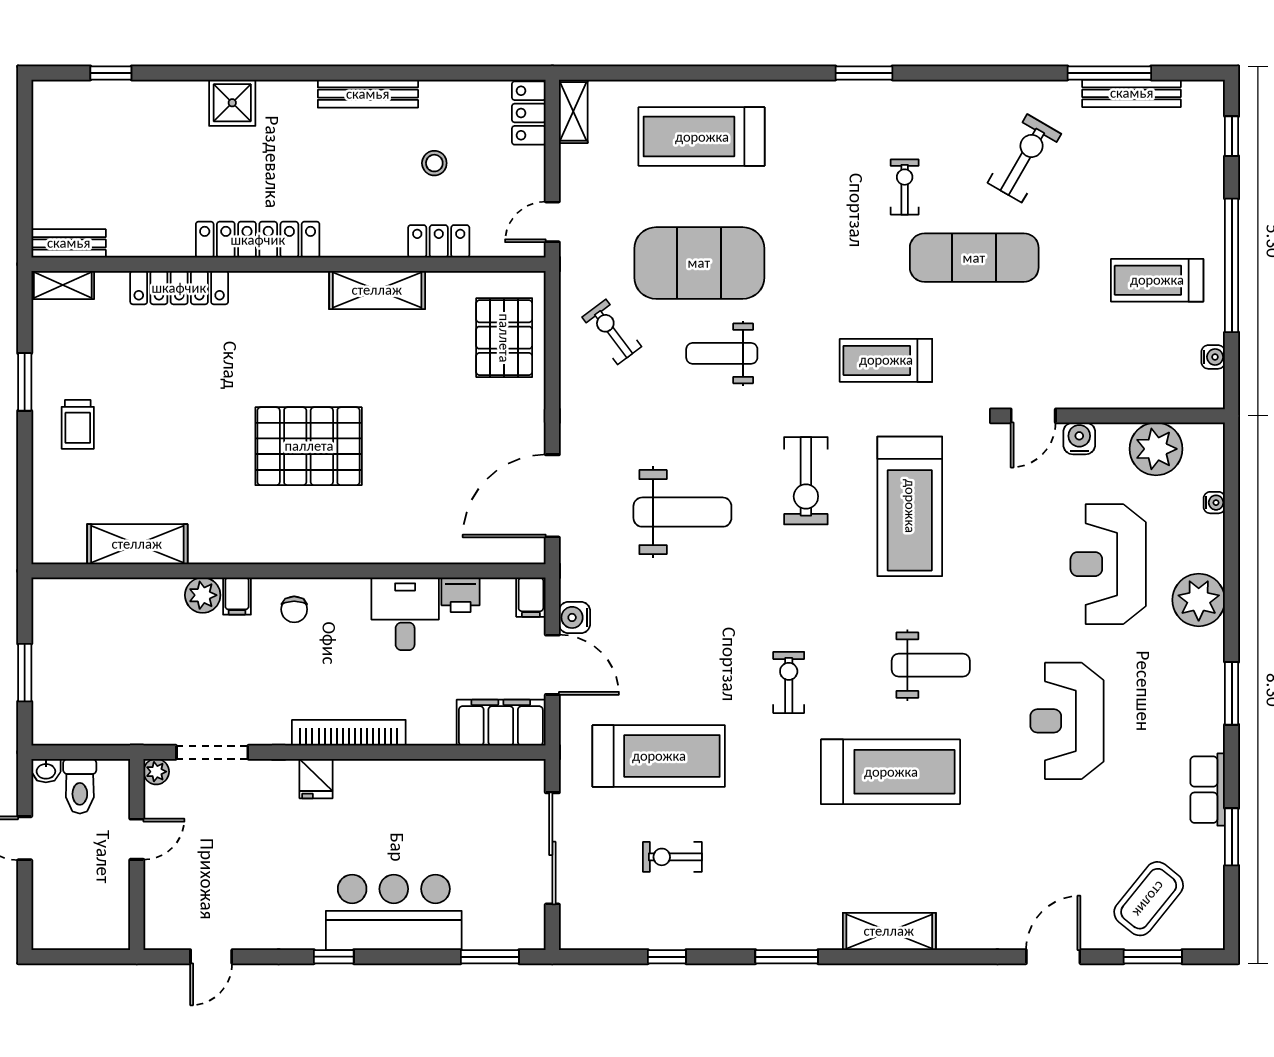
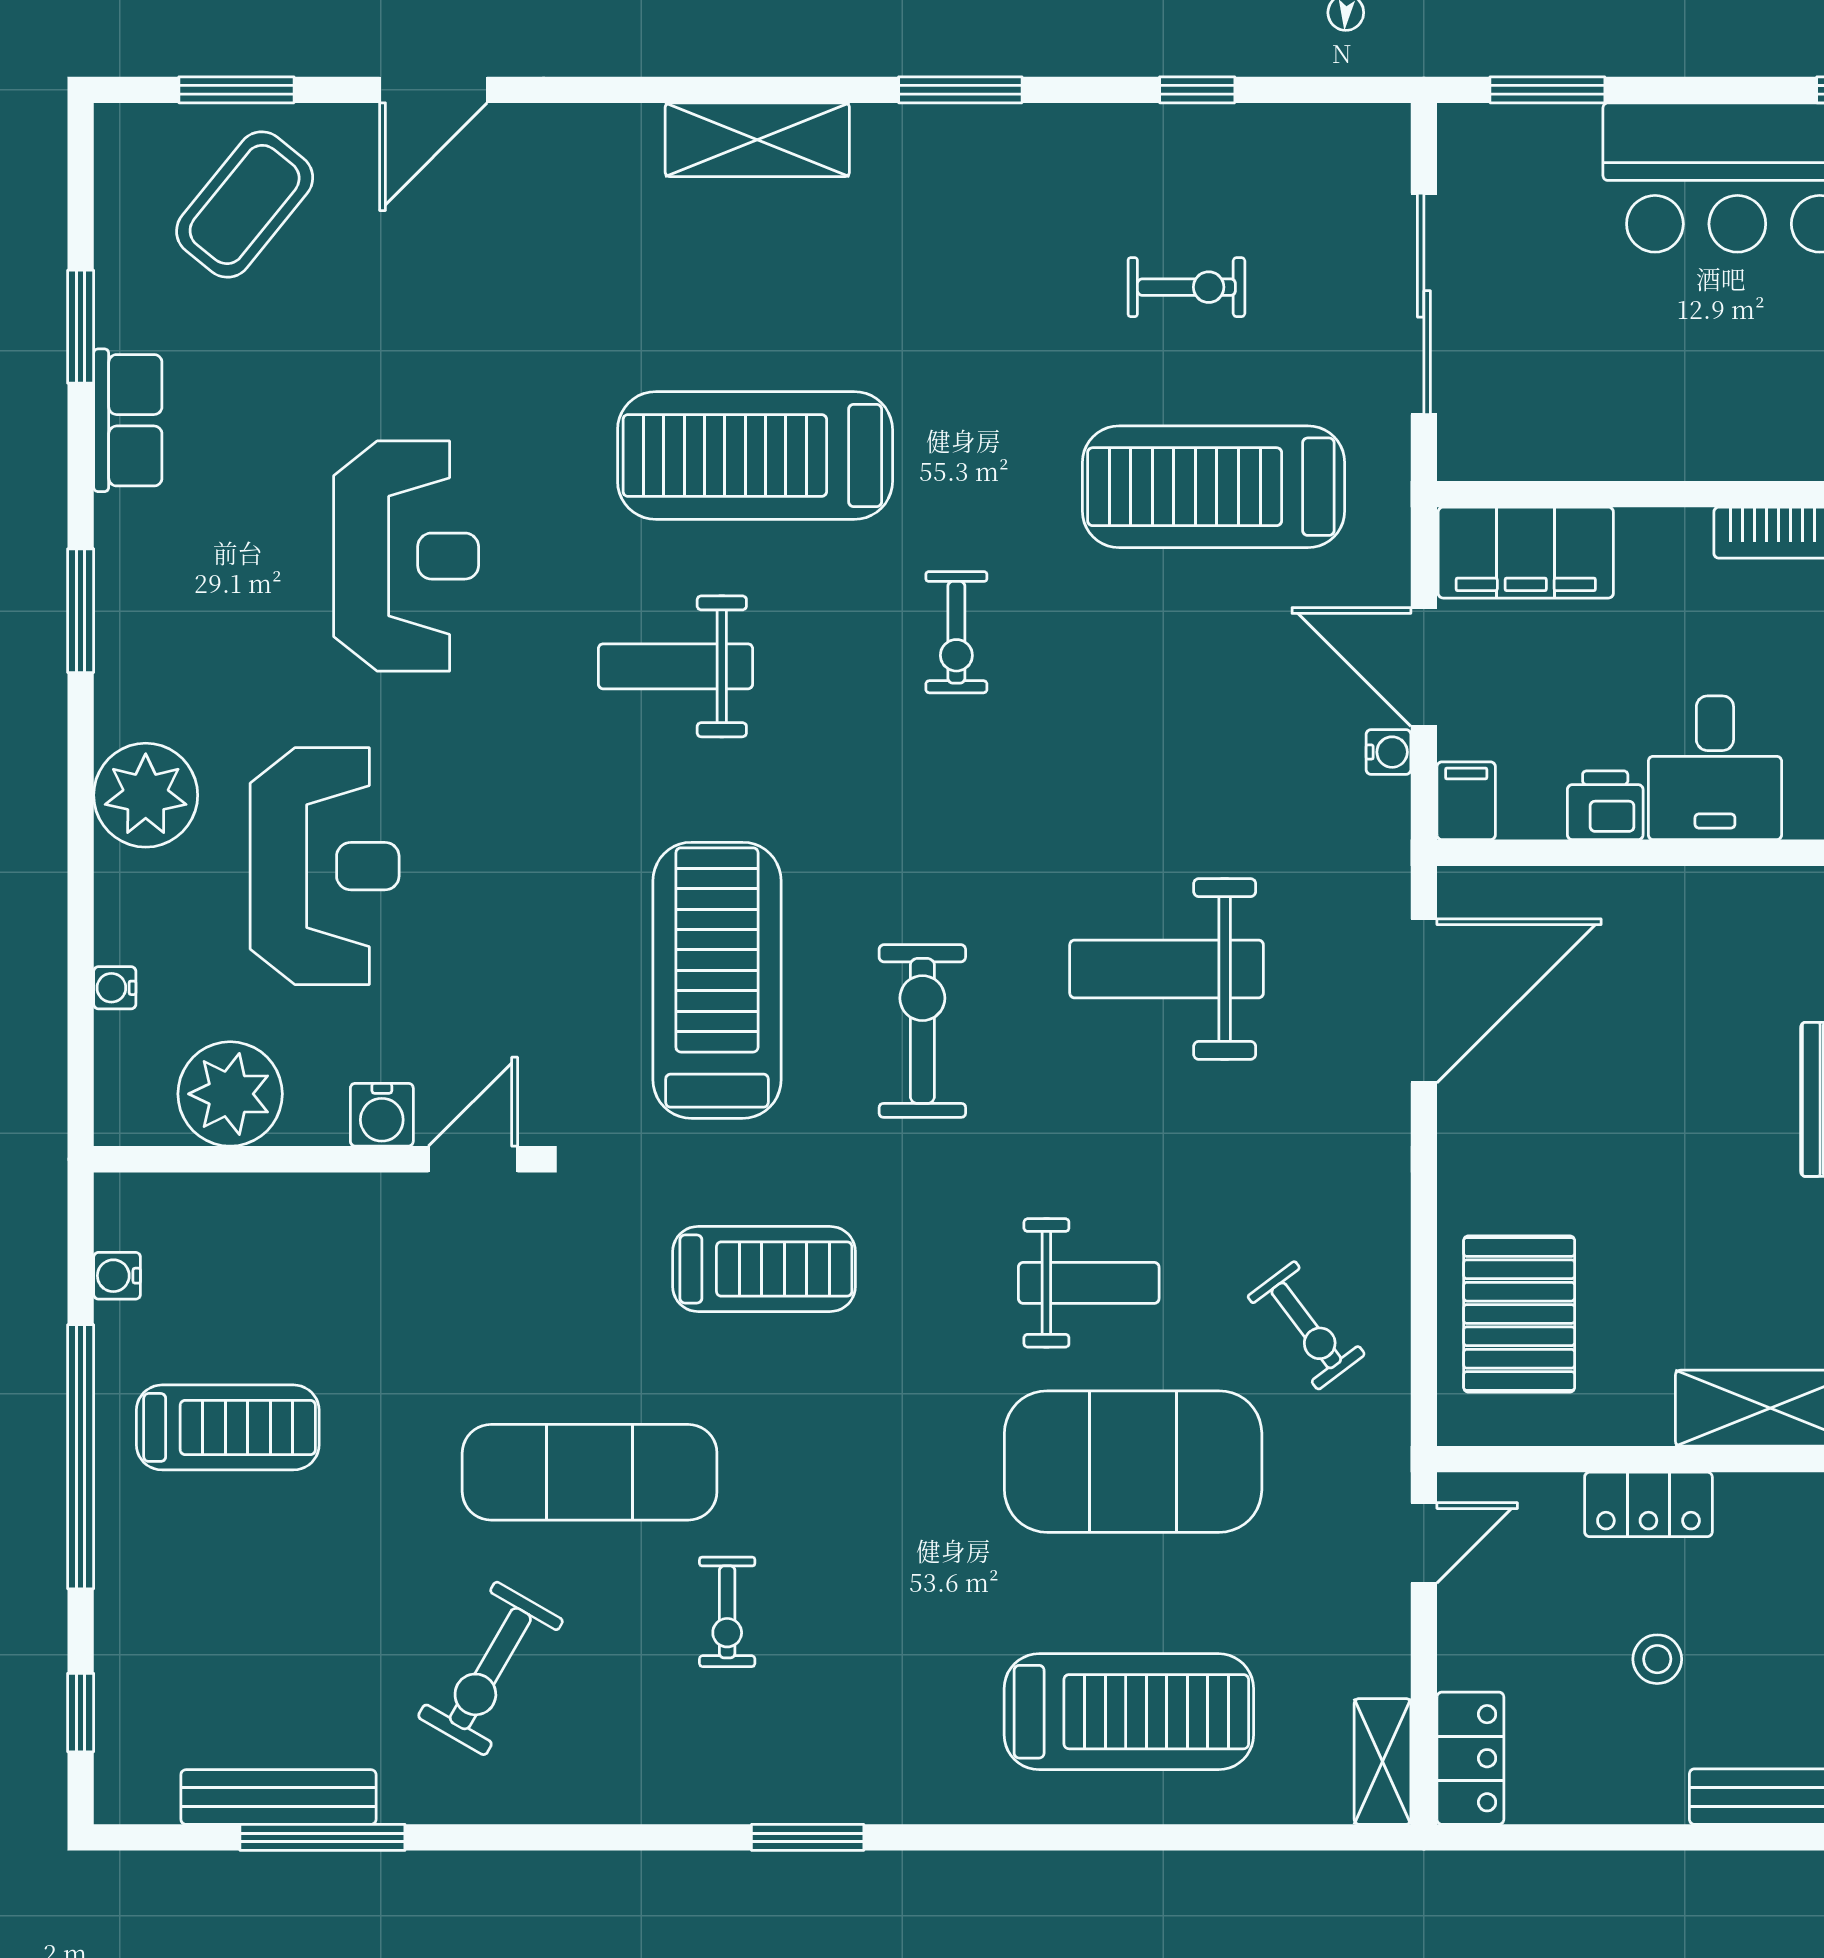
water cooler: (575, 617) -> (1388, 752), width x0.72, depth x0.72

